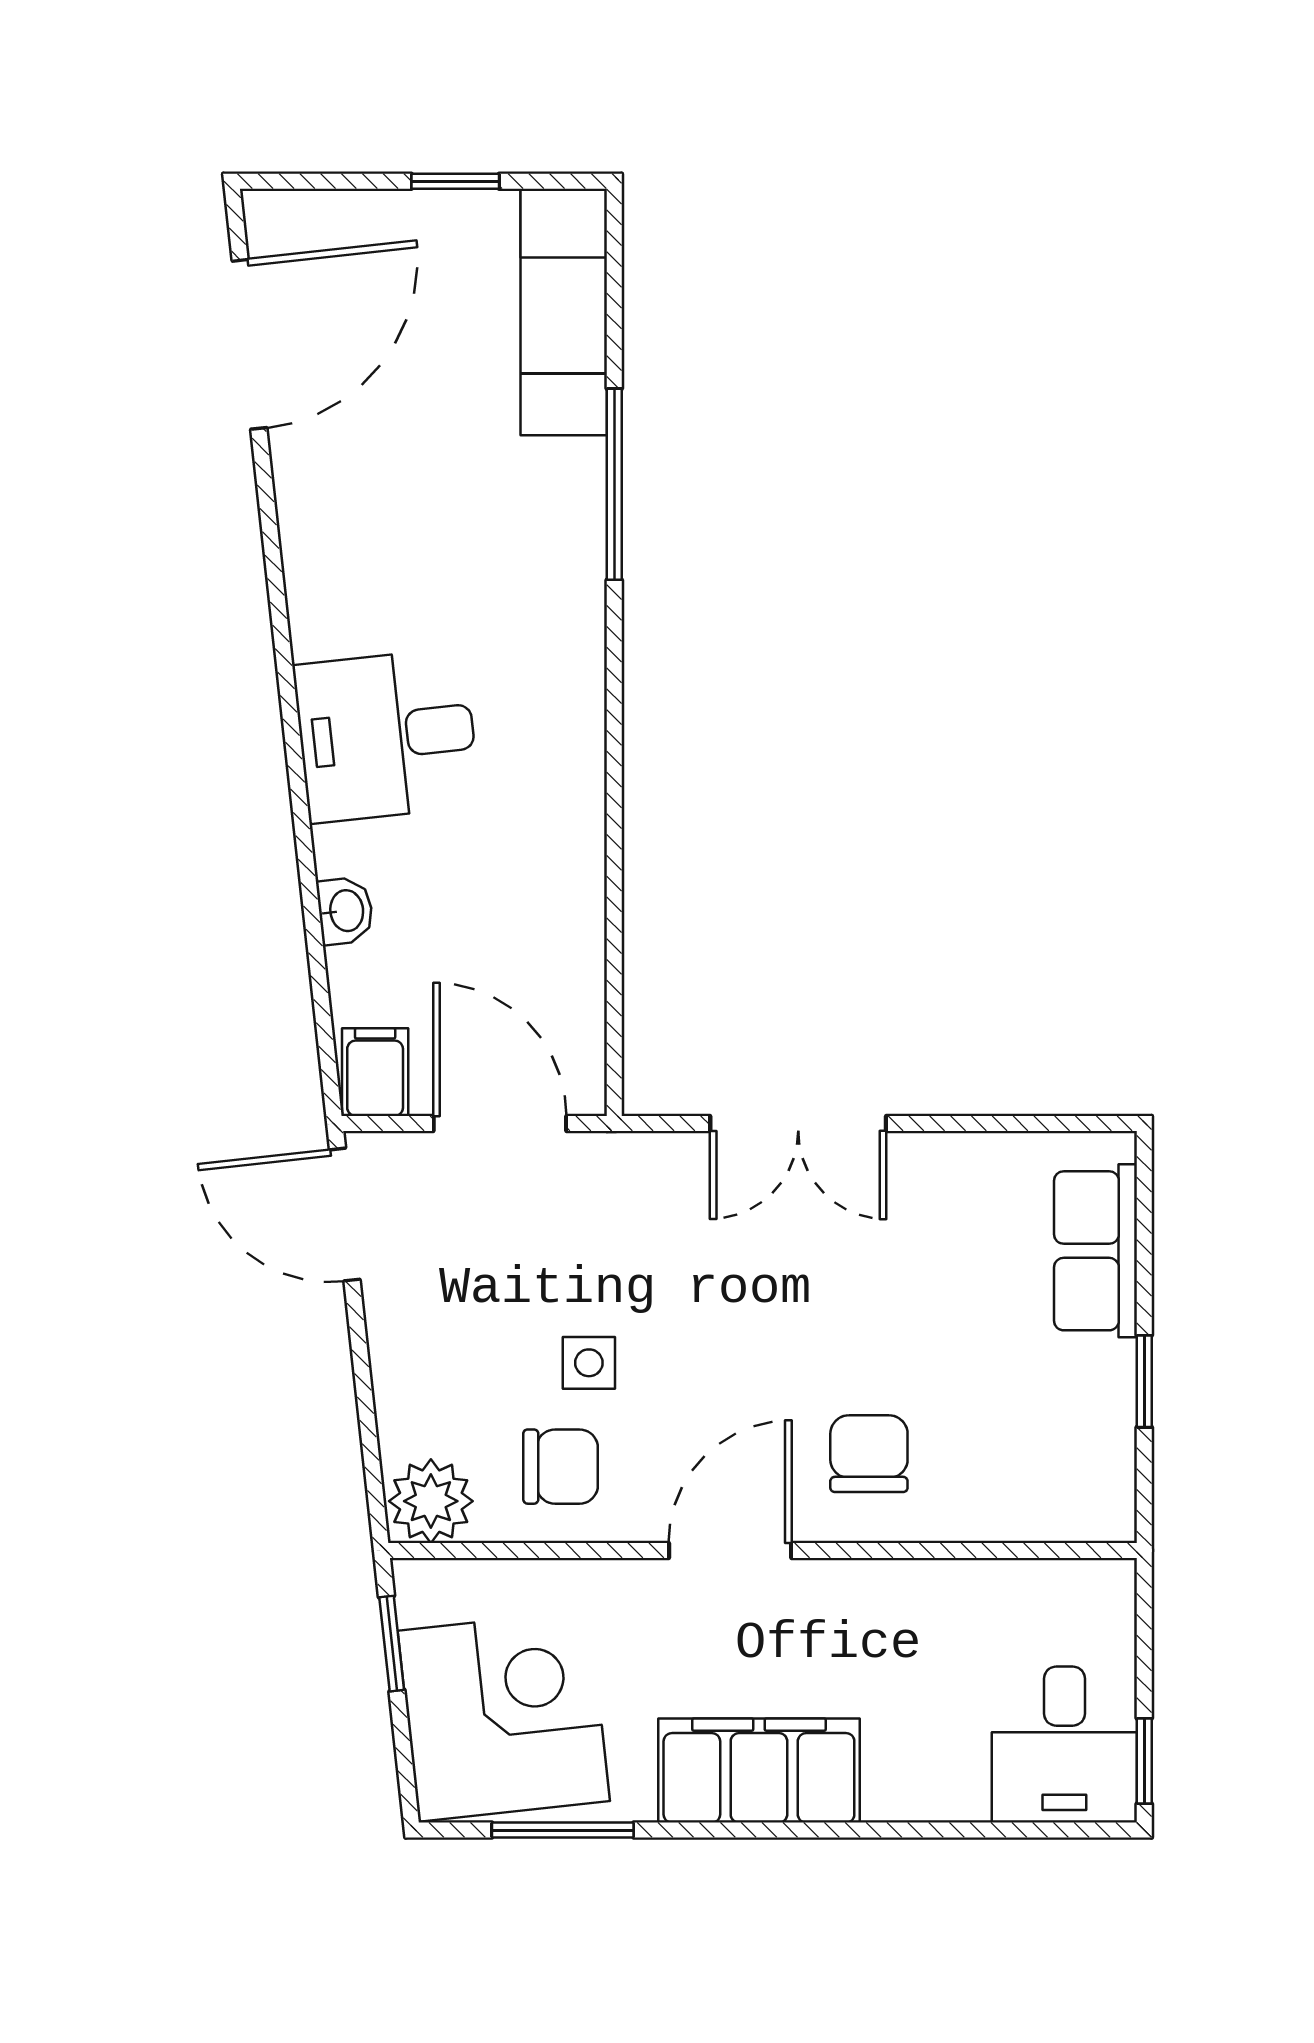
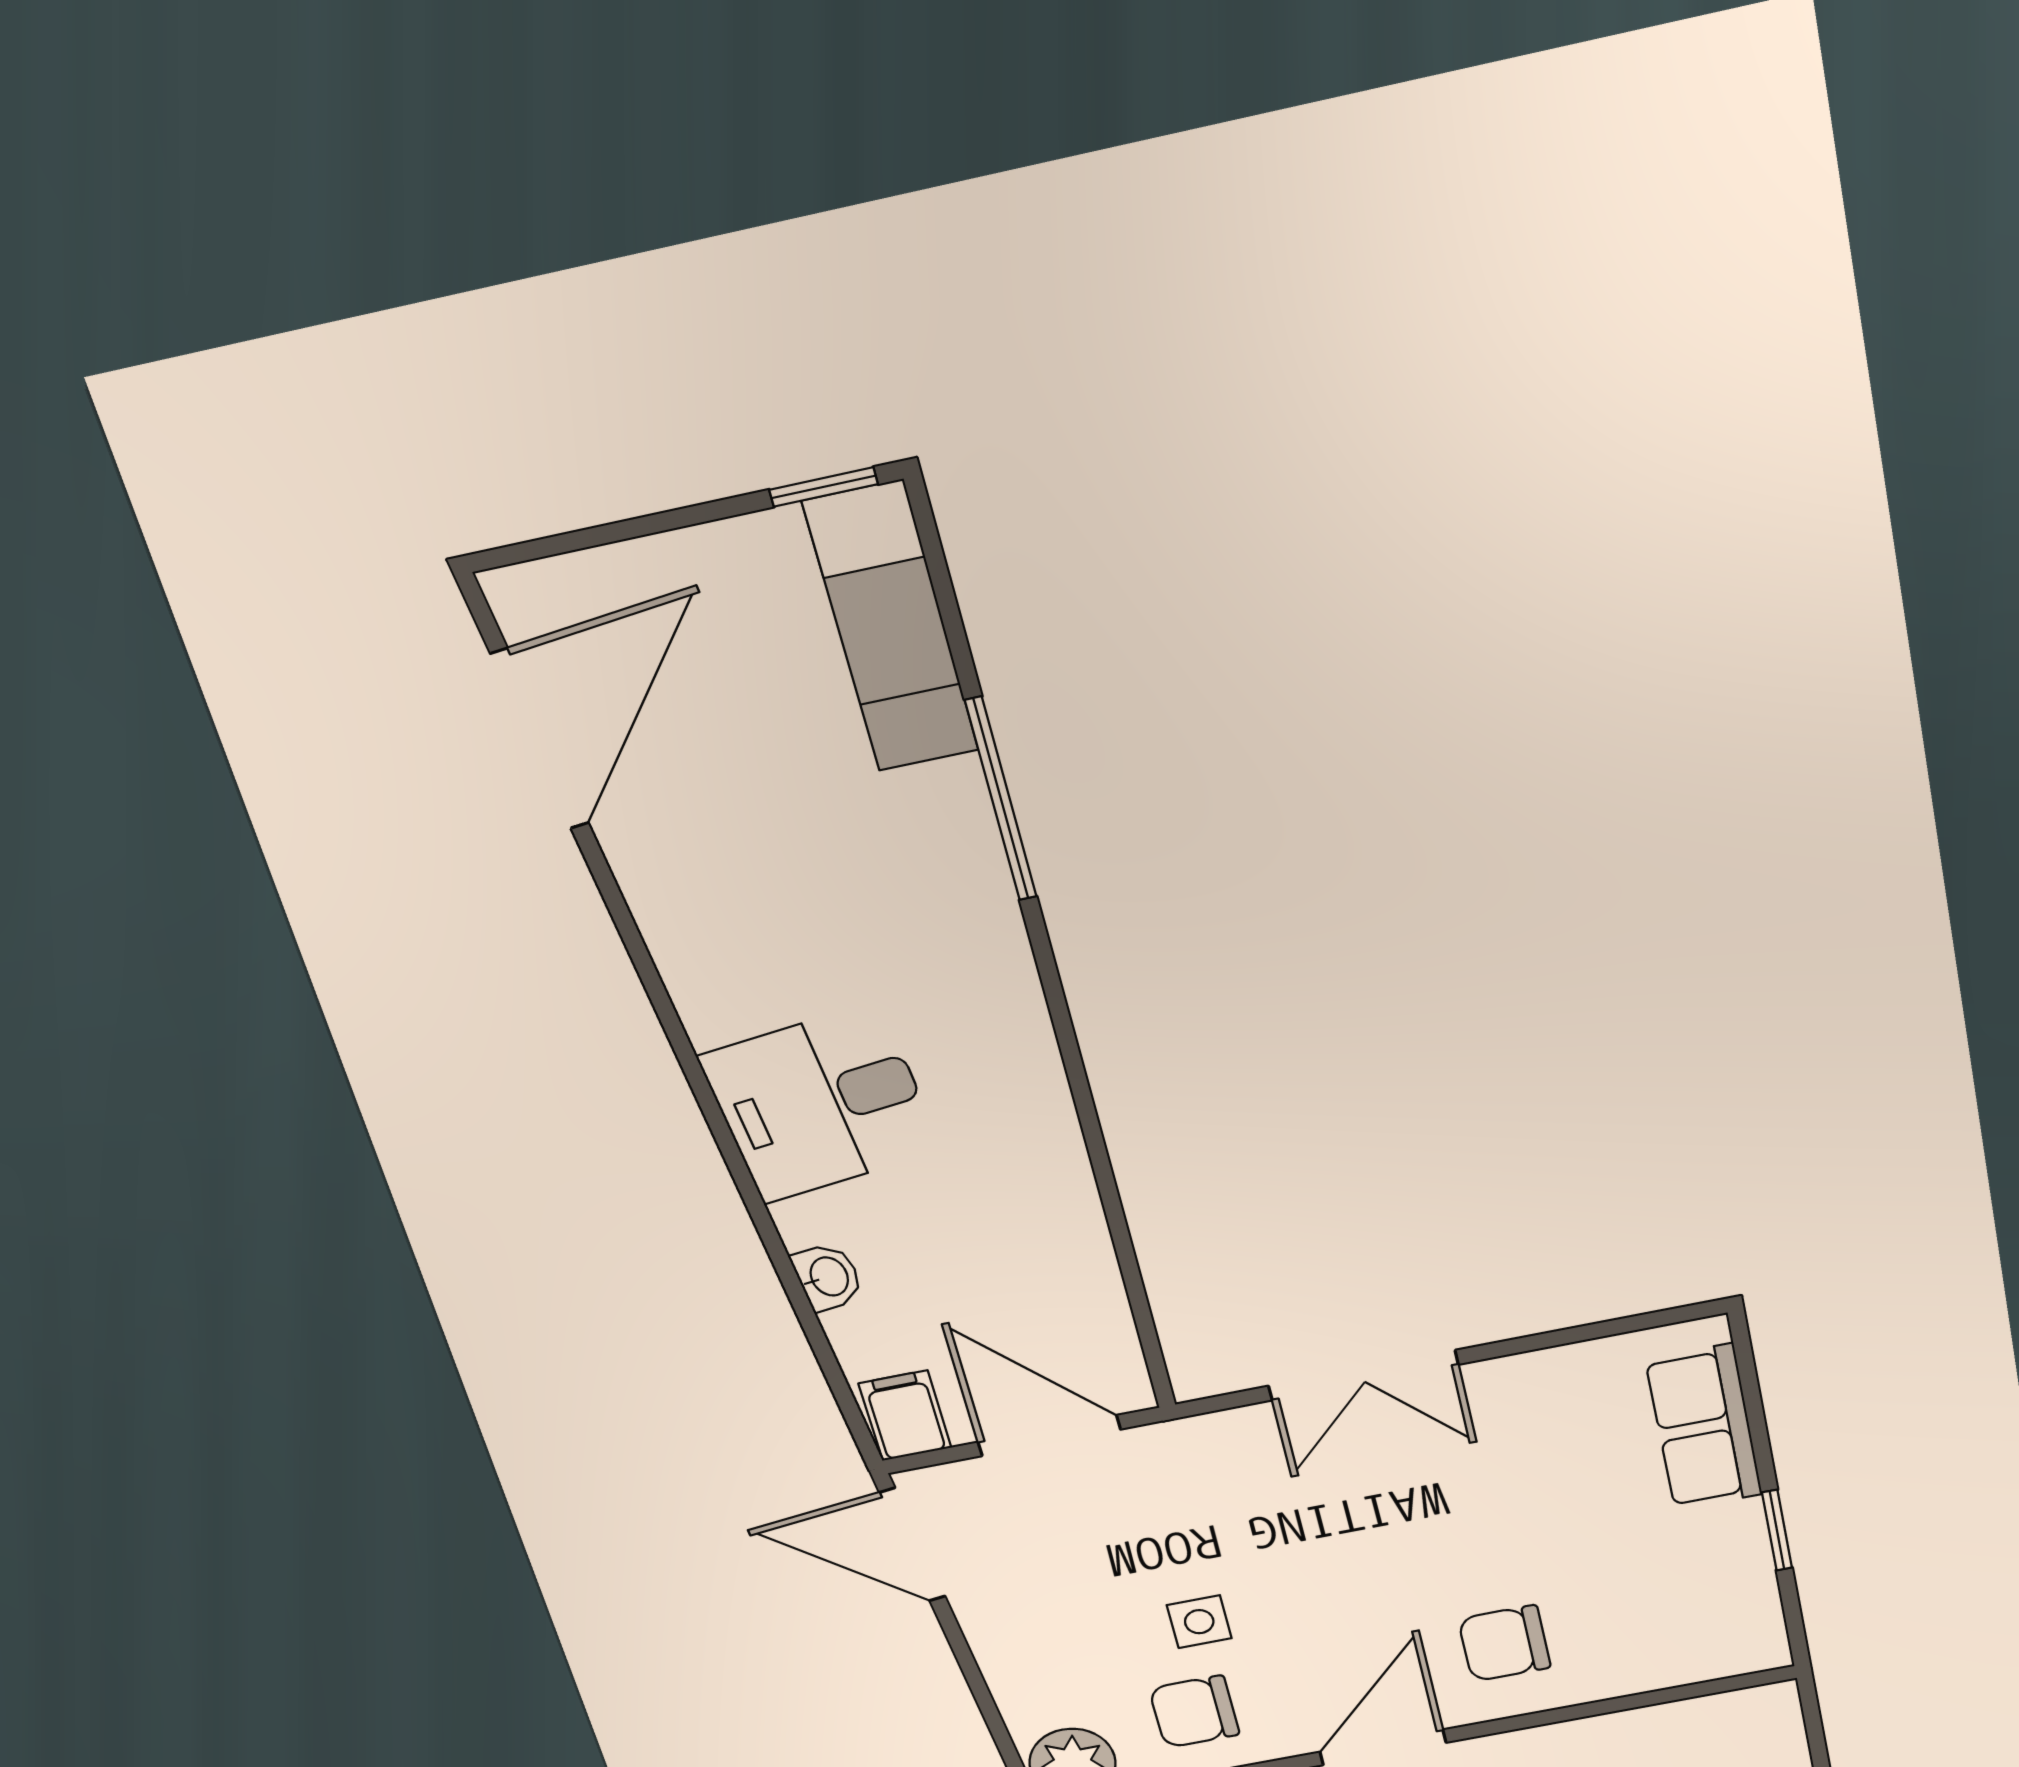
window: (455, 181) -> (823, 487), moved
chair: (869, 1454) -> (1505, 1643), turned -90
chair: (561, 1467) -> (1194, 1712), turned 180

